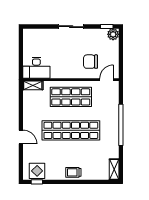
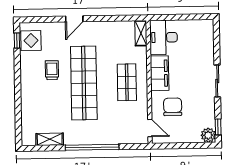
filing cabinet: (64, 71) -> (160, 73), added
shop shelf: (71, 97) -> (127, 82), width x0.70, depth x0.74
shelving: (114, 169) -> (50, 139), moved
trolley: (73, 172) -> (52, 70), moved

